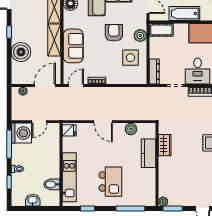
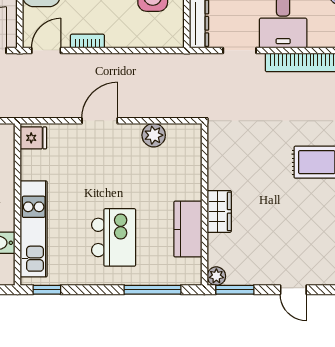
door: (103, 122) -> (100, 121), swing flipped
wardrobe: (165, 145) -> (219, 211), moved
kitchen counter: (149, 153) -> (188, 229), moved
window: (87, 209) -> (47, 290), moved

